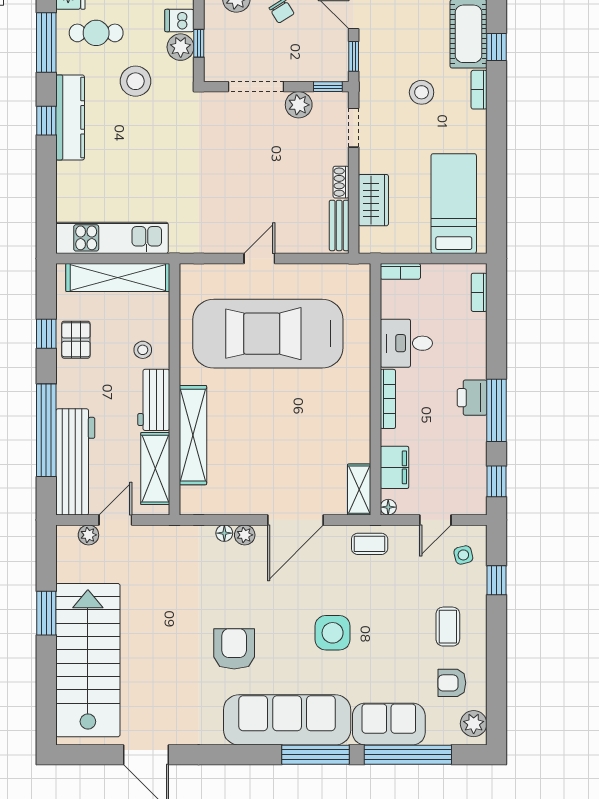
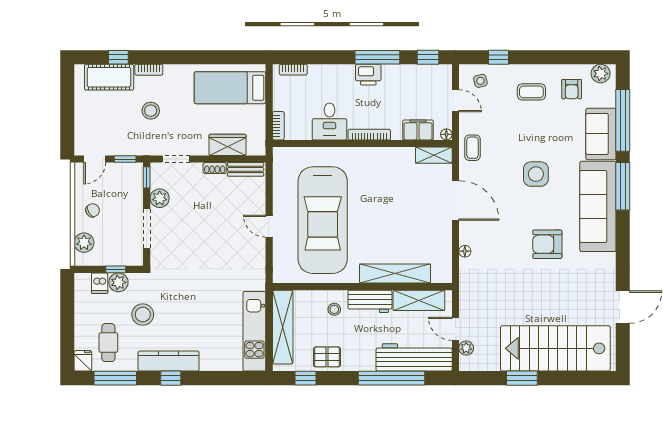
window: (46, 334) -> (306, 378), moved
plant: (245, 535) -> (466, 237), removed

